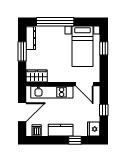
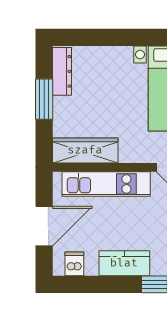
window: (55, 22) -> (113, 37), removed
wardrobe: (37, 76) -> (85, 150), width x1.50

